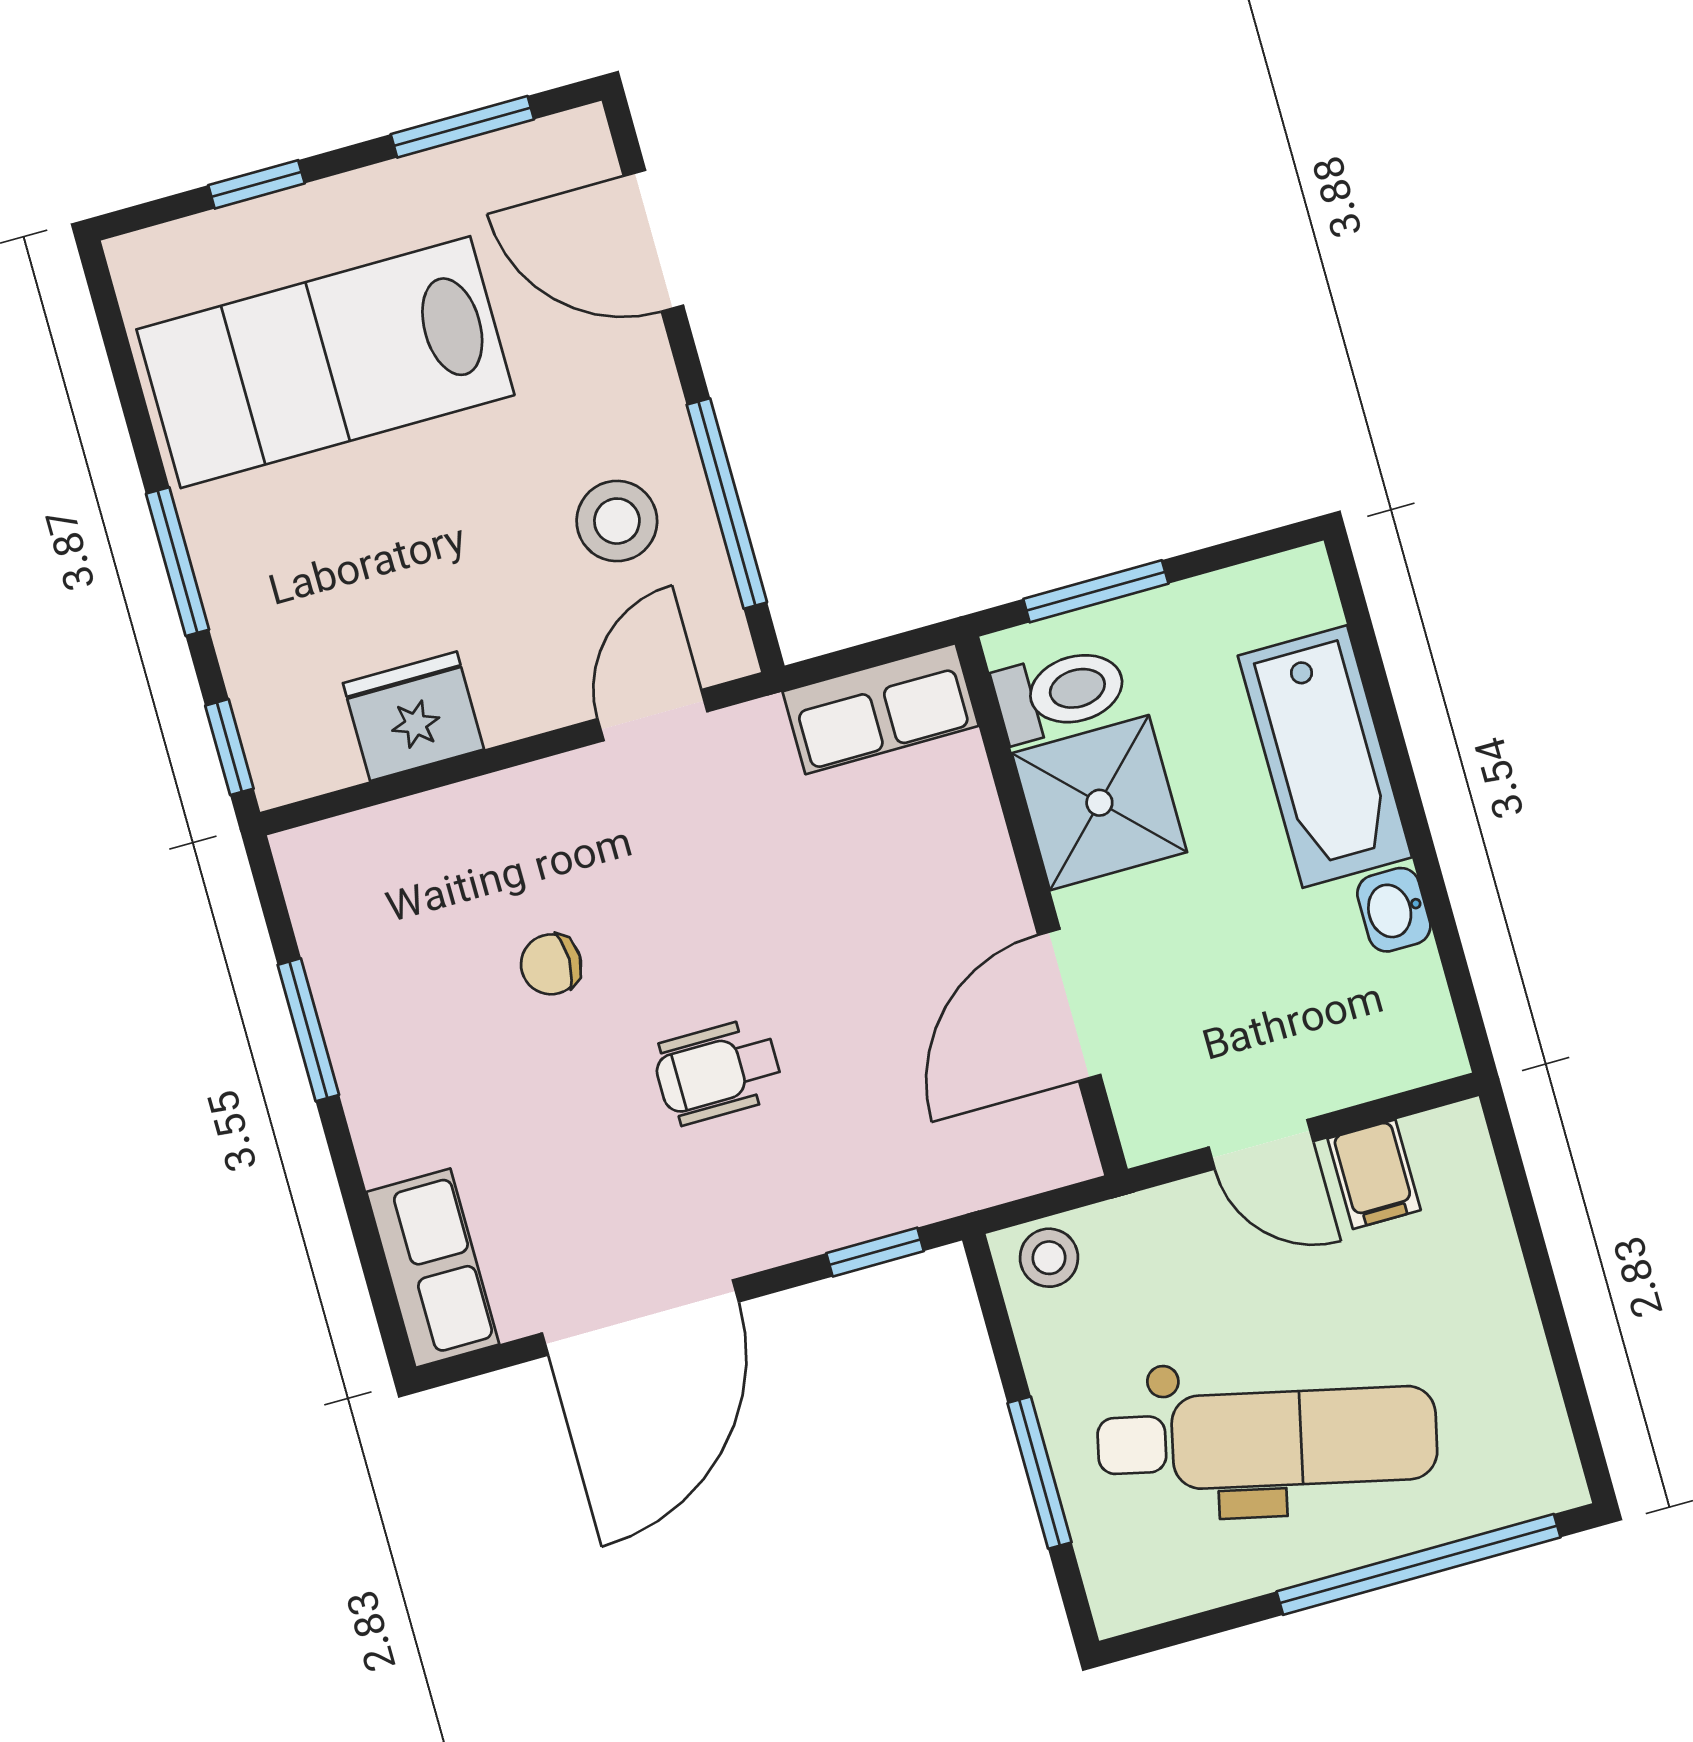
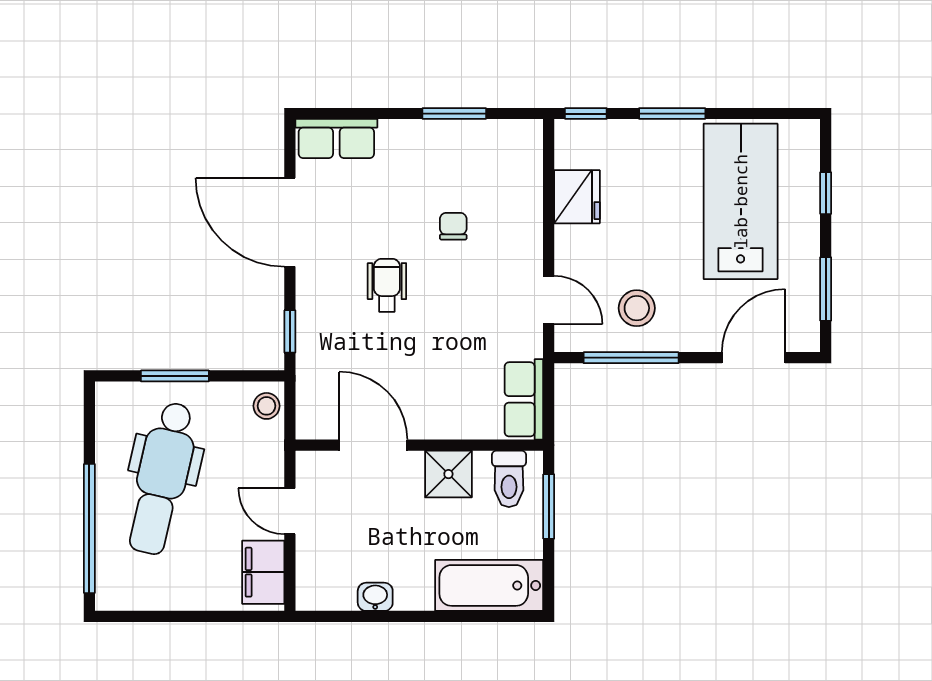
bathtub: (1325, 756) -> (489, 585), moved
shower: (1099, 803) -> (448, 474), width x0.73, depth x0.73
door: (1261, 1144) -> (290, 511), hinge flipped
filing cabinet: (1374, 1174) -> (263, 572), width x2.00

